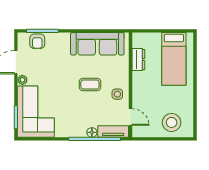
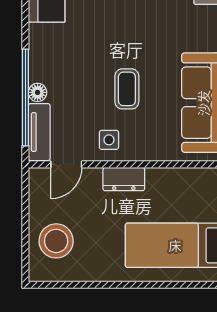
dresser: (138, 60) -> (124, 179), moved

